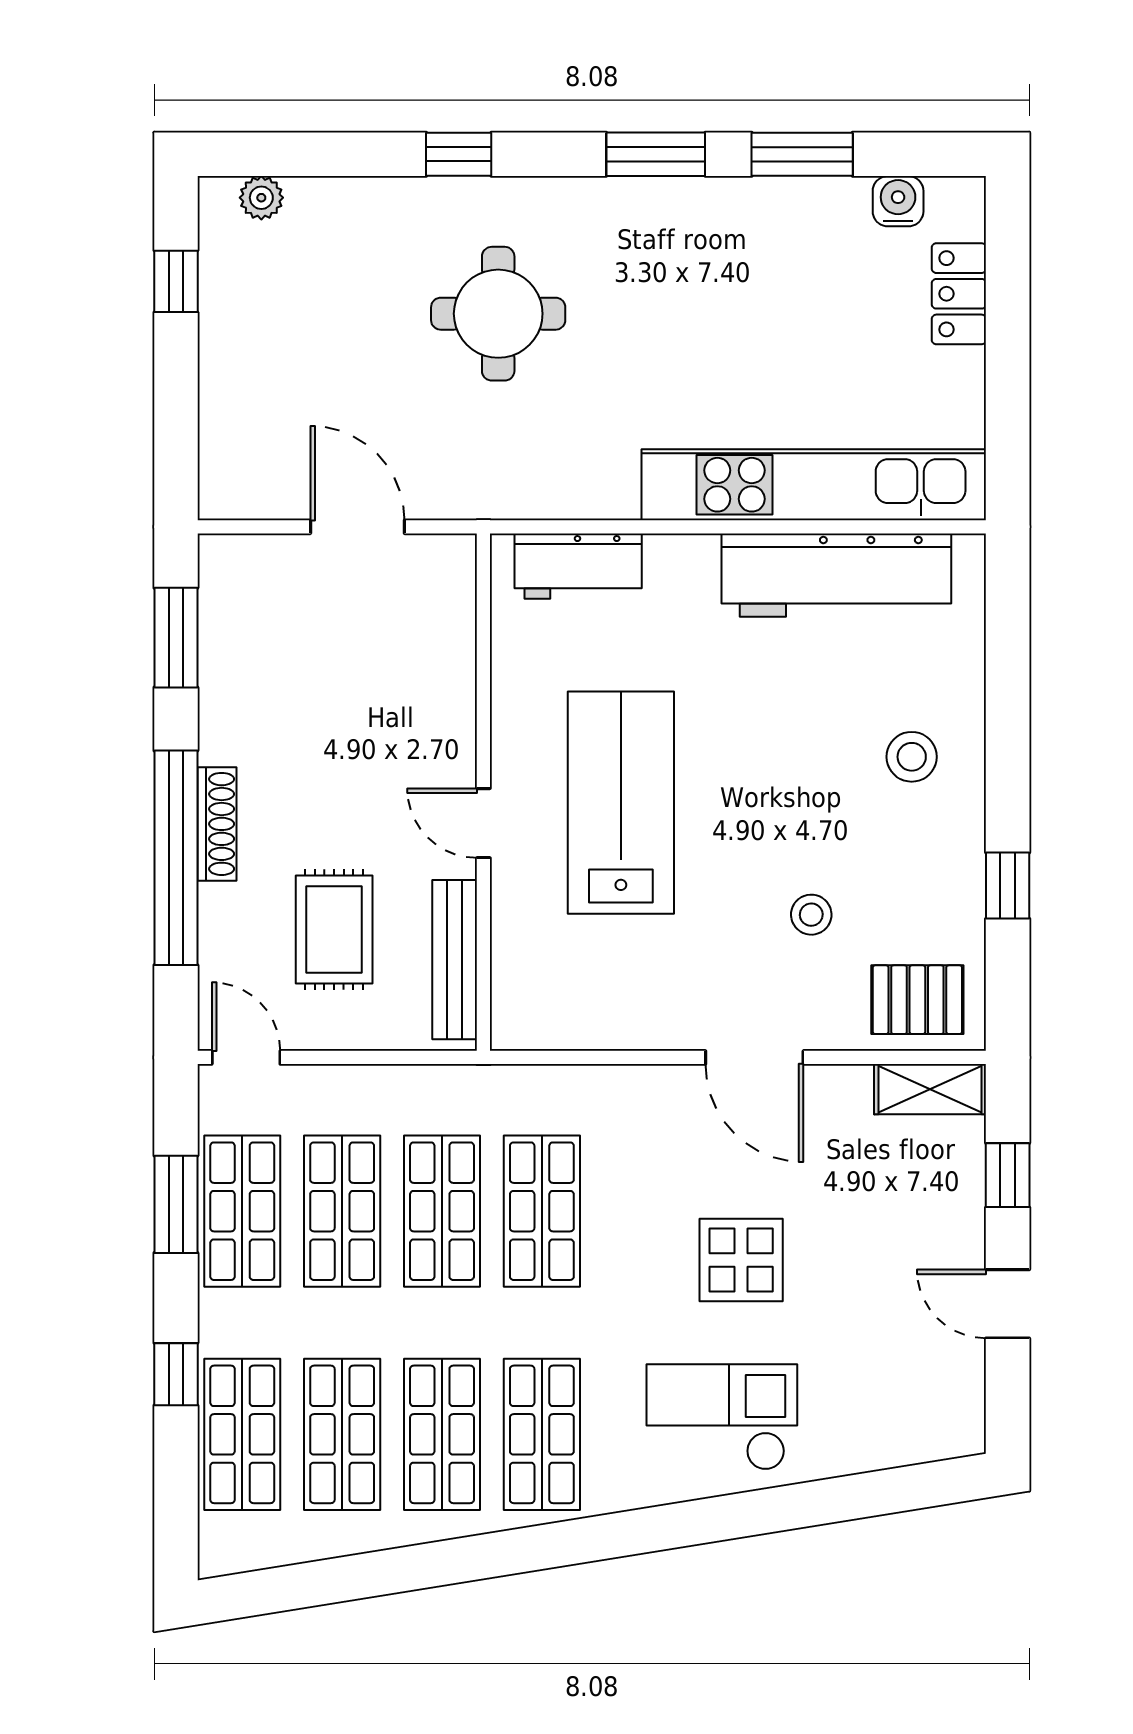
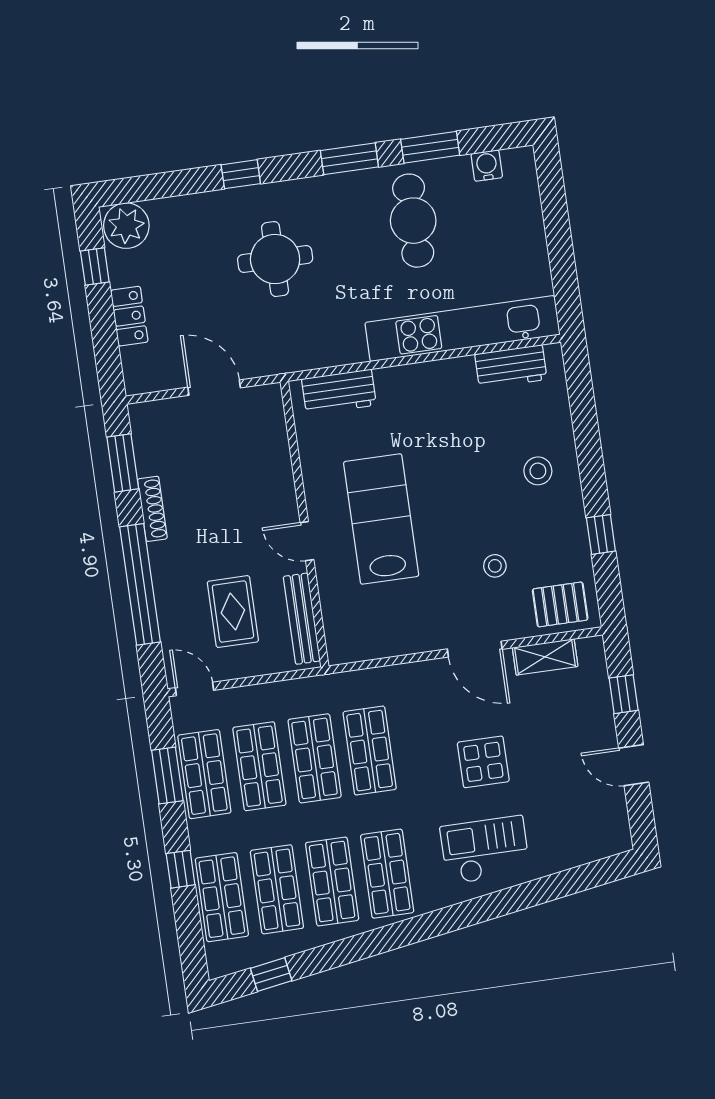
plant: (261, 198) -> (126, 226), width x1.87, depth x1.87
cafe table: (753, 280) -> (413, 221), added
locker: (959, 294) -> (129, 316), moved, turned 180
workbench: (836, 575) -> (511, 367), width x0.53, depth x0.76
shoe rack: (217, 824) -> (152, 509), moved
shelving: (930, 1089) -> (545, 657), moved
window: (310, 1584) -> (271, 975), added

